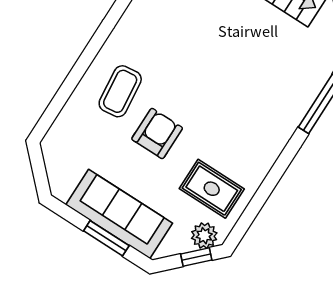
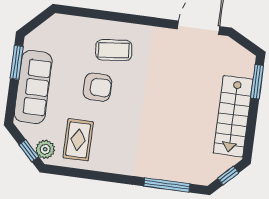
window: (106, 238) -> (17, 62), moved

